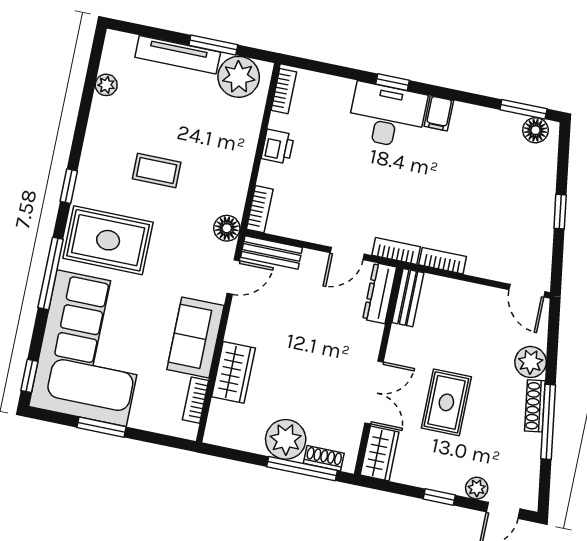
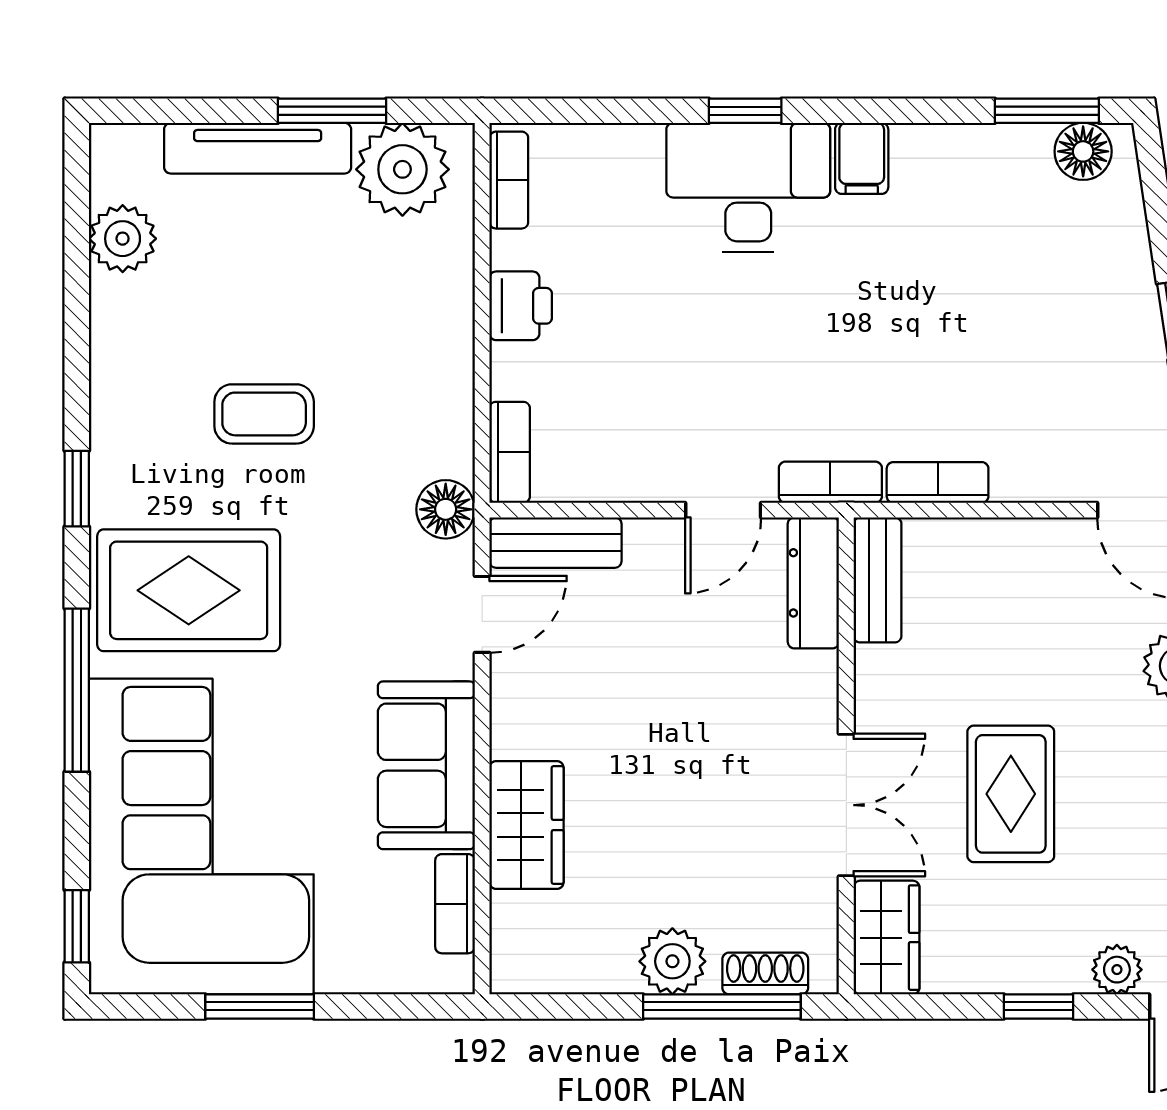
plant: (106, 85) -> (123, 239), width x1.38, depth x1.38
plant: (286, 439) -> (672, 961), width x0.73, depth x0.73

